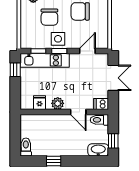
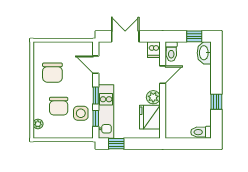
chair: (49, 17) -> (59, 106), turned 90
side table: (58, 39) -> (81, 113), moved
fridge: (39, 103) -> (150, 117), width x1.88, depth x1.34

